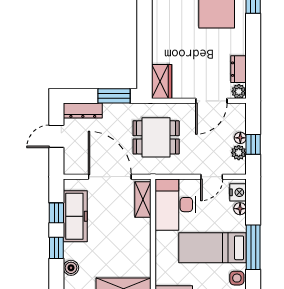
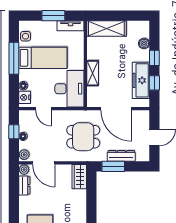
door: (211, 101) -> (44, 163), swing flipped
dresser: (83, 111) -> (121, 156), moved
plant: (239, 153) -> (24, 155), moved
door: (212, 177) -> (43, 109), swing flipped
shelving: (143, 199) -> (93, 73), moved

